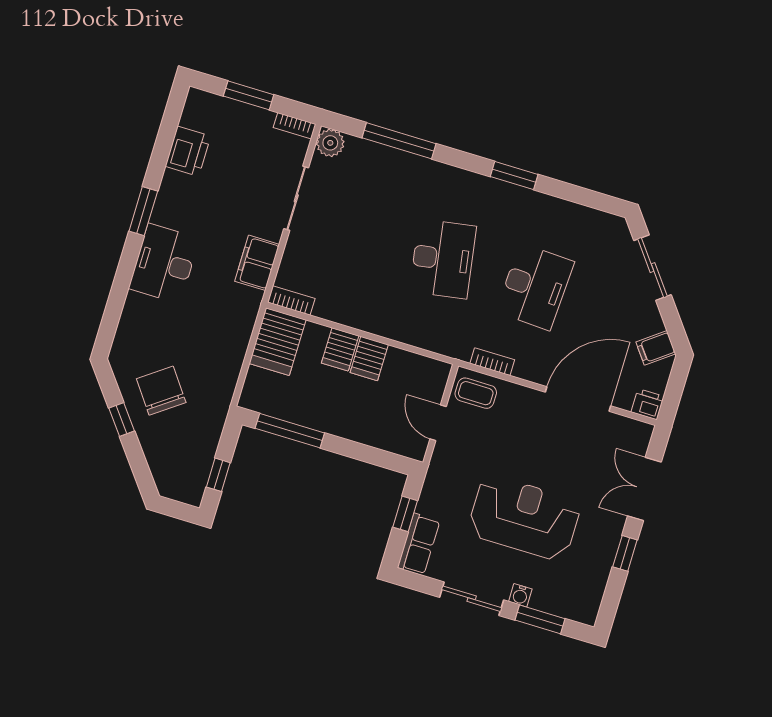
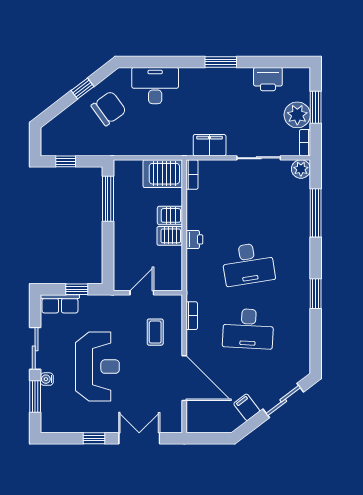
plant: (252, 125) -> (297, 115), added
desk: (164, 263) -> (155, 86), moved
filing cabinet: (656, 348) -> (247, 407), moved
coffee table: (476, 393) -> (155, 332), moved
printer: (647, 404) -> (194, 239), moved

